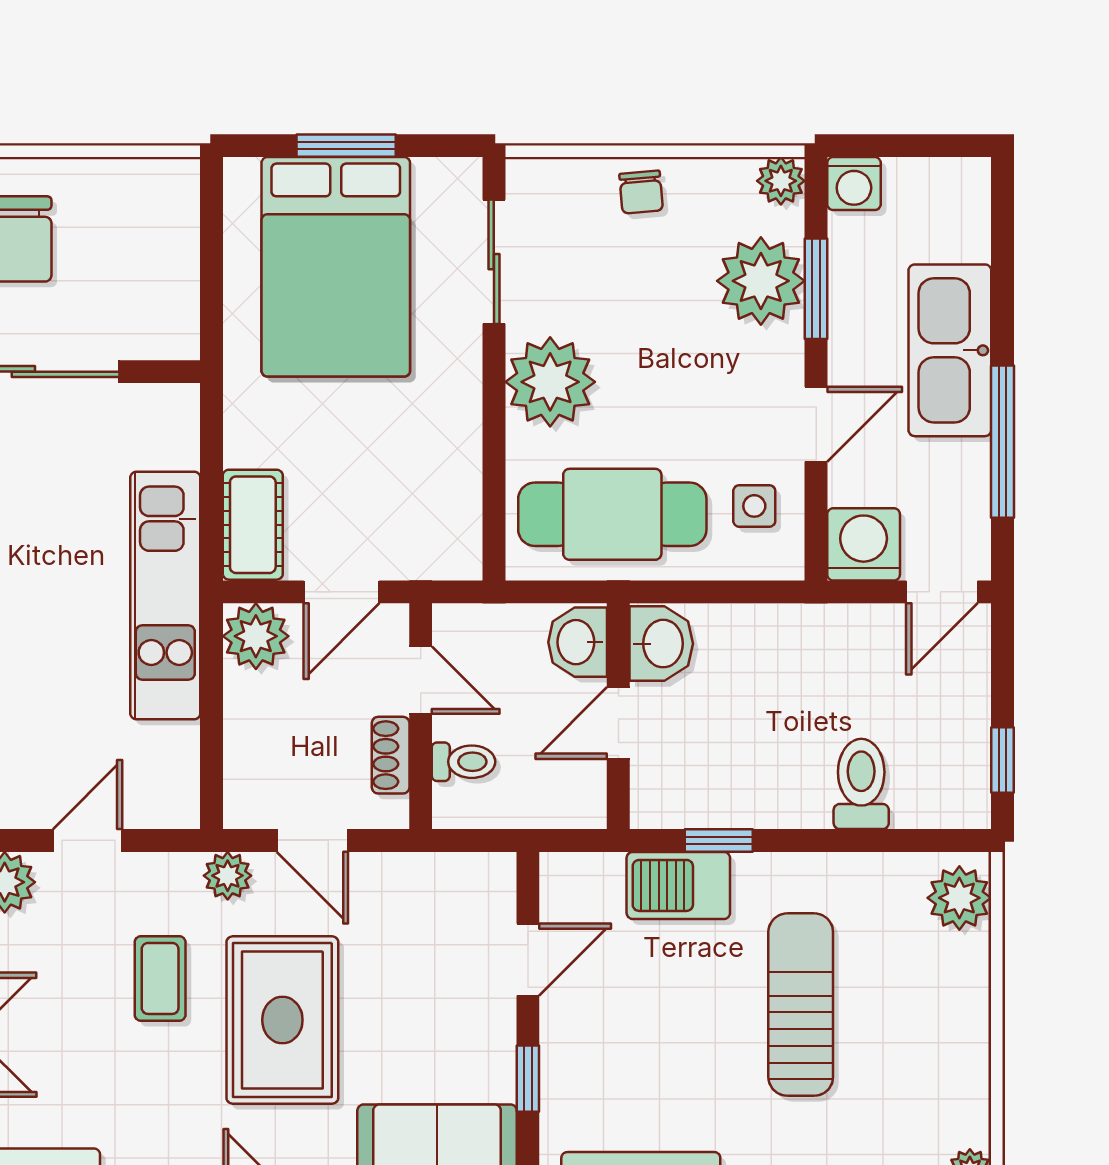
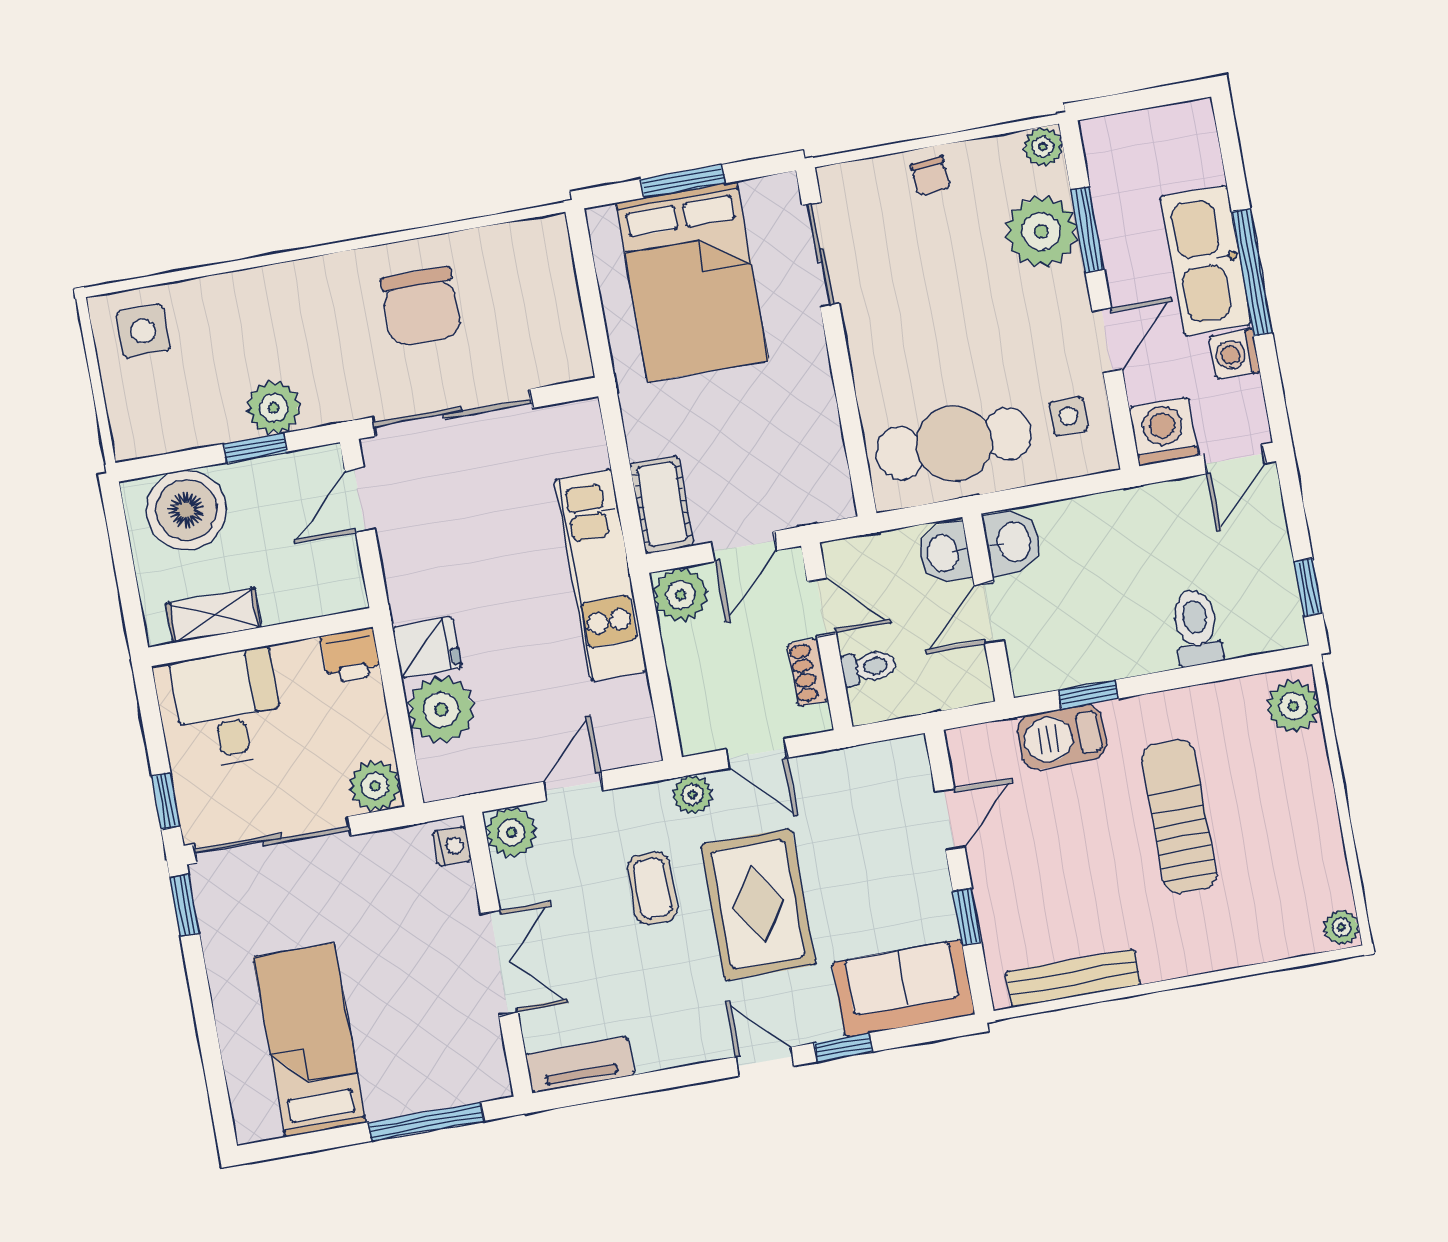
washing machine: (854, 184) -> (1235, 354), moved, turned 90
plant: (550, 382) -> (884, 344), removed
window: (1002, 442) -> (1252, 272), moved

